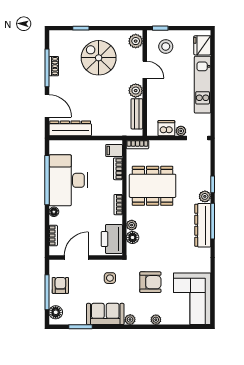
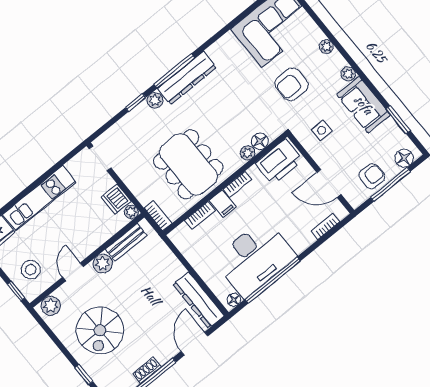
plant: (181, 131) -> (131, 212), moved
filing cabinet: (114, 151) -> (223, 204), moved
floor lamp: (54, 212) -> (234, 300), moved
armchair: (150, 282) -> (292, 84), turned -90
armchair: (60, 285) -> (372, 176), turned 180

